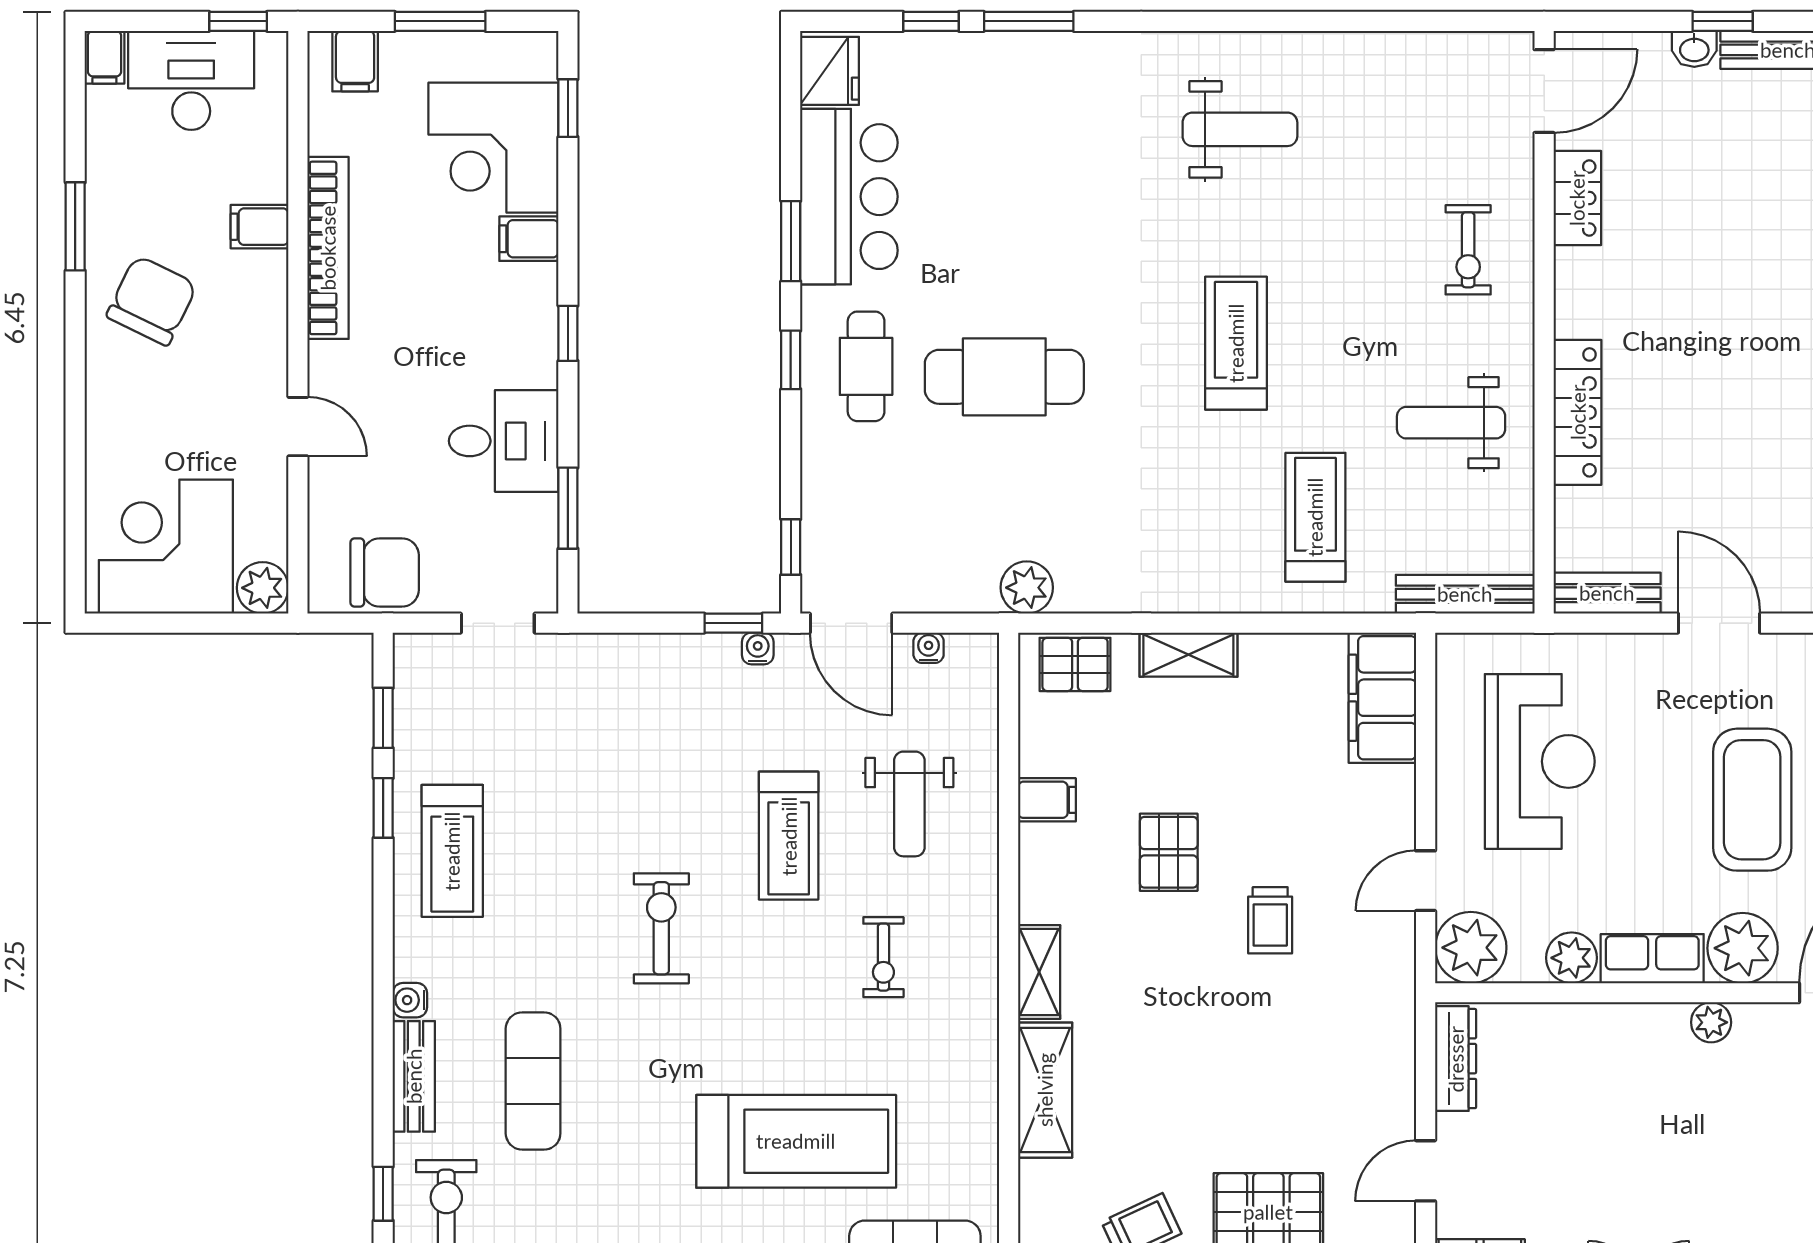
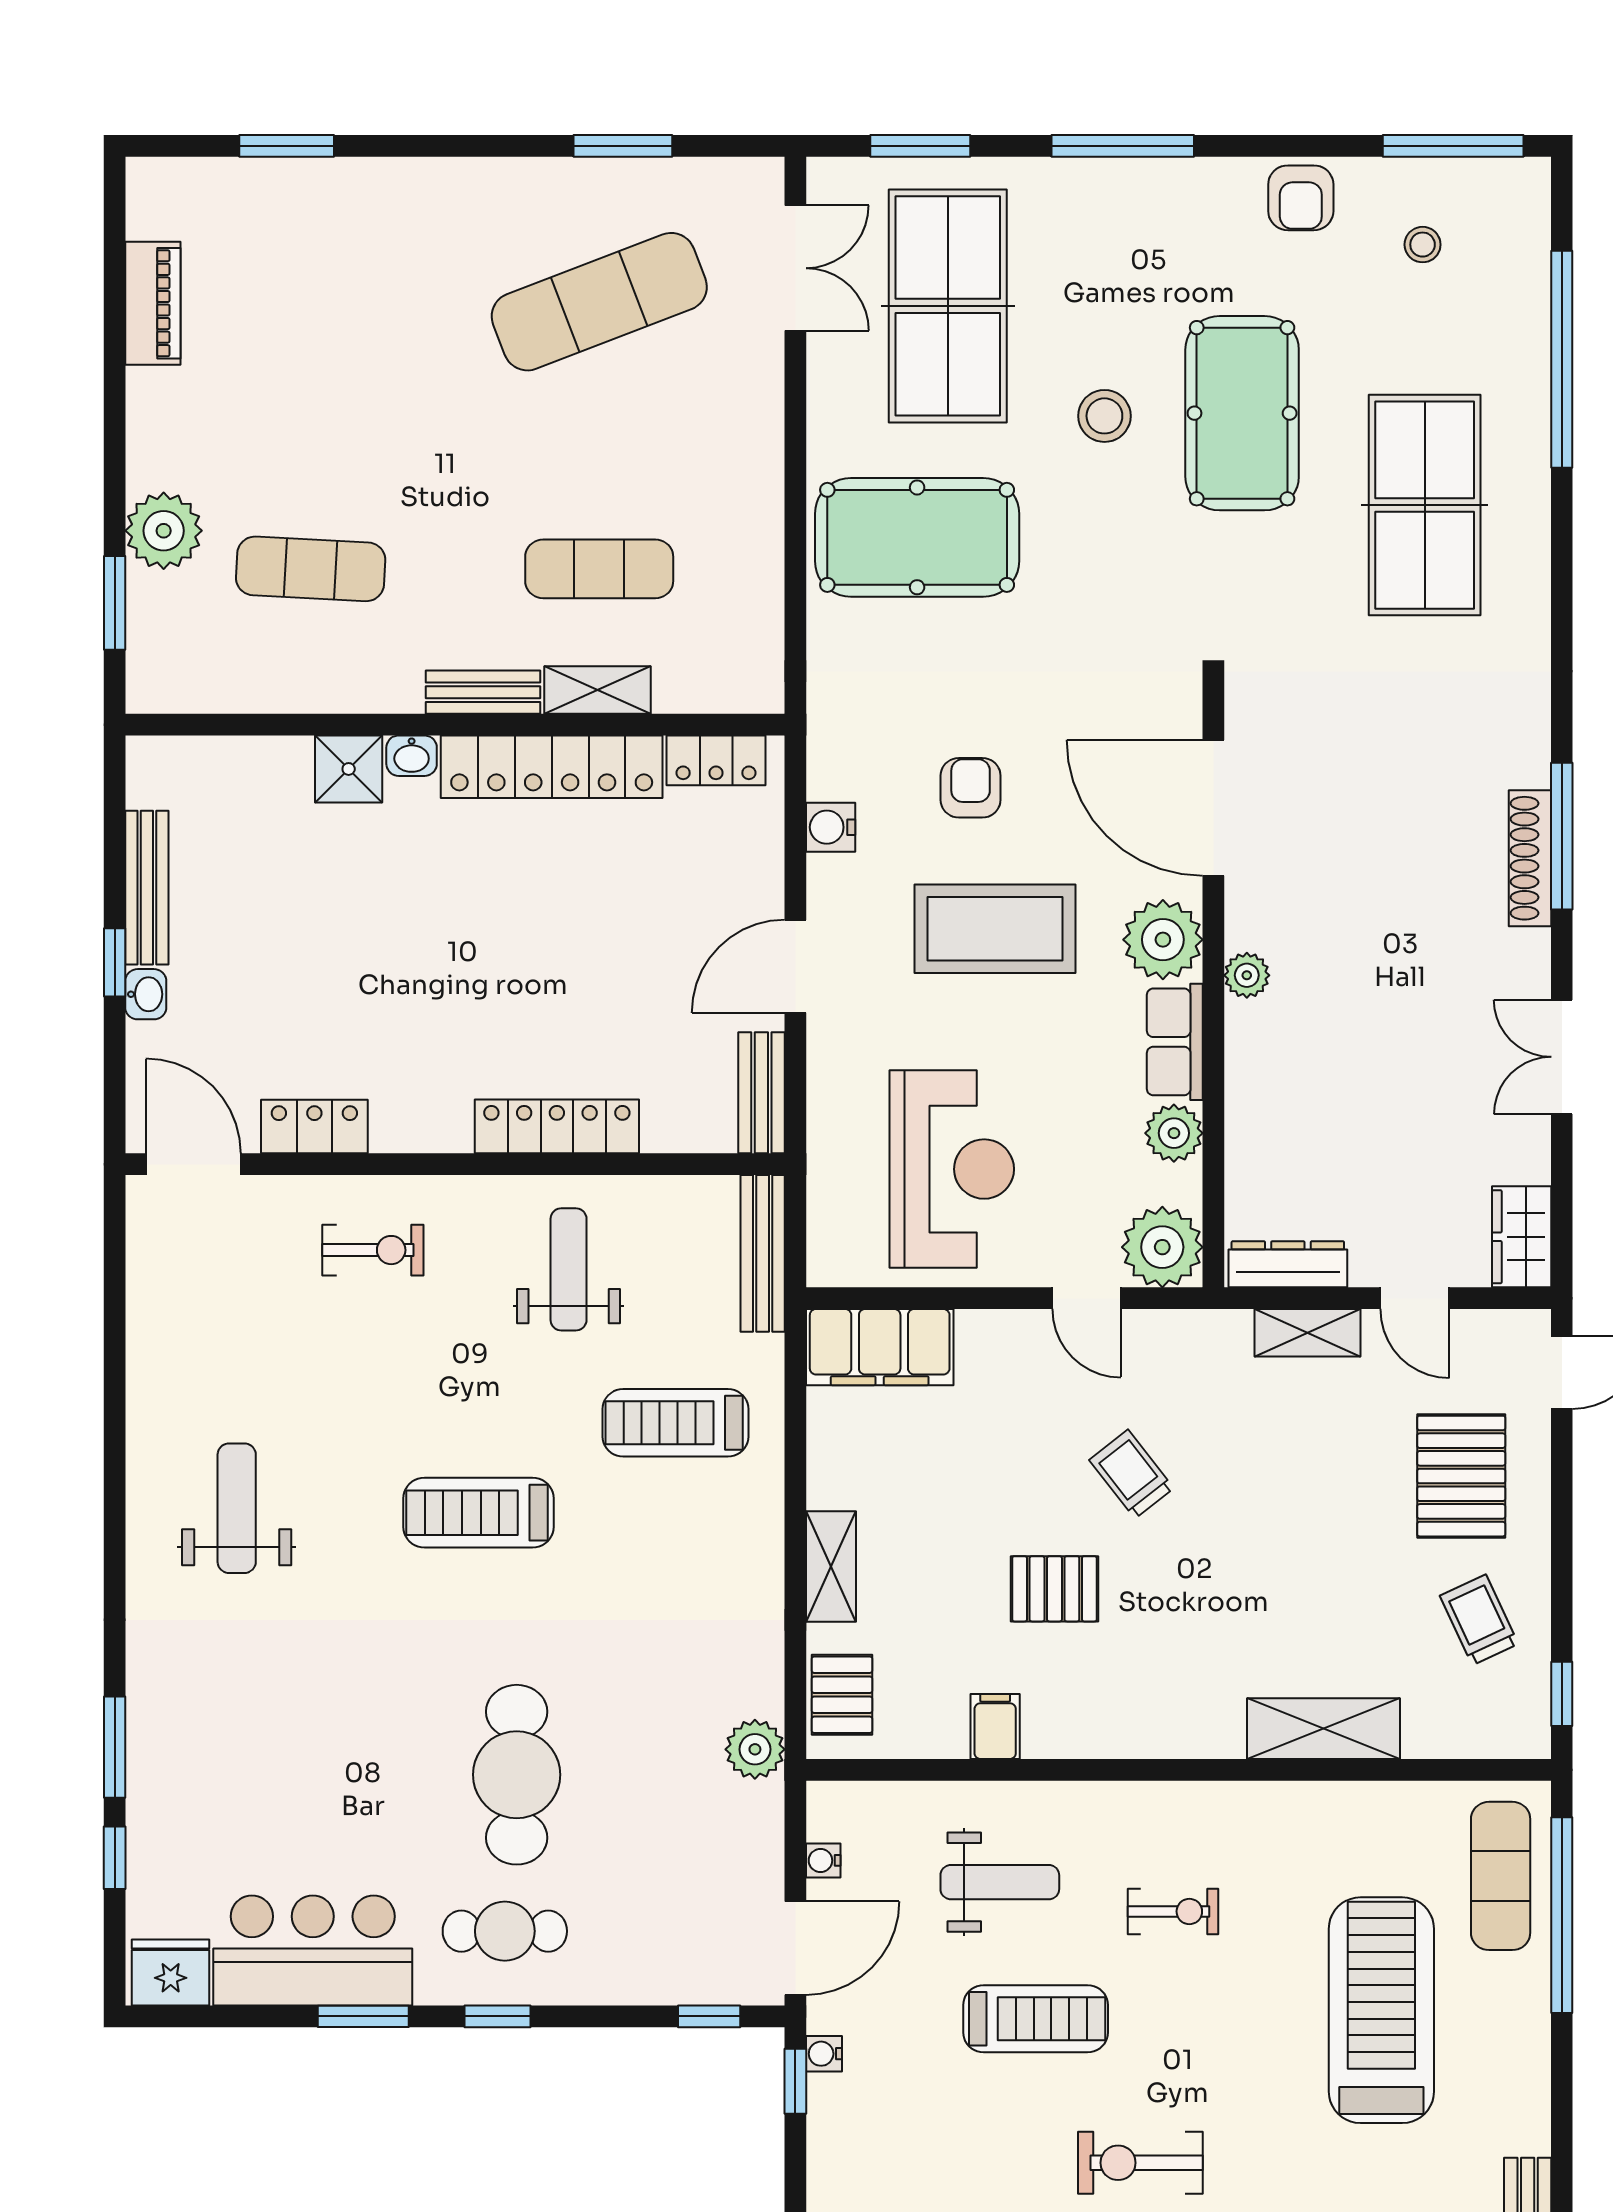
weight bench: (1451, 423) -> (569, 1269), turned 180
reception desk: (1540, 761) -> (952, 1169), turned 90
trolley: (1270, 920) -> (1131, 1474), turned -128
shelving: (1039, 972) -> (1308, 1333), moved

